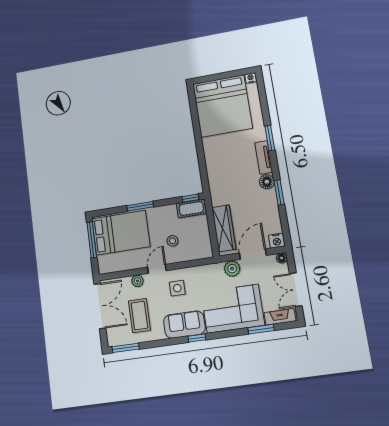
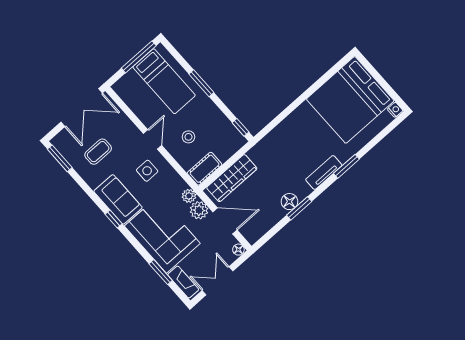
floor lamp: (267, 182) -> (289, 202), moved
cot: (191, 208) -> (205, 169), moved, turned 90
bed: (121, 233) -> (164, 81), width x0.67
nightstand: (277, 241) -> (252, 235), removed
door: (157, 269) -> (153, 139), hinge flipped
plant: (137, 281) -> (189, 196), moved
coffee table: (139, 316) -> (98, 152), width x0.73, depth x0.77

